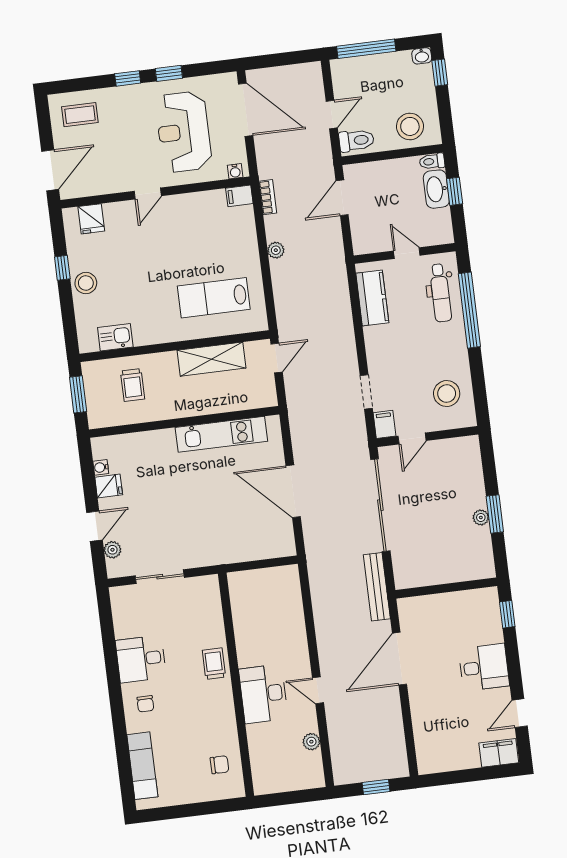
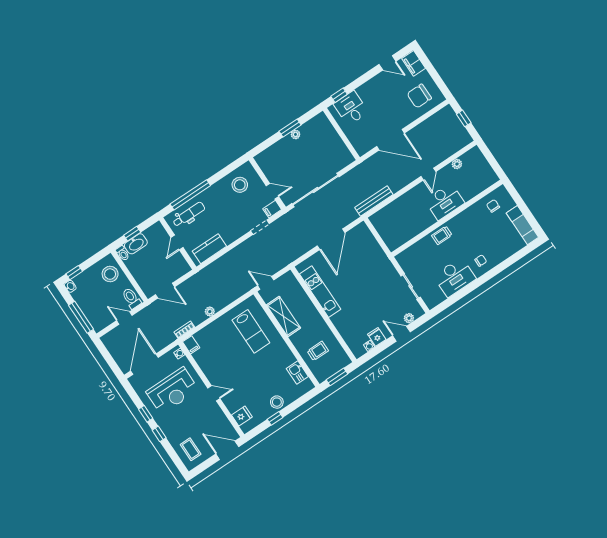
bench: (377, 587) -> (374, 201), moved
desk: (141, 659) -> (455, 277), width x1.37
desk: (484, 667) -> (351, 108), moved
chair: (444, 736) -> (419, 96), added
exam couch: (142, 766) -> (522, 225), moved, turned -90

